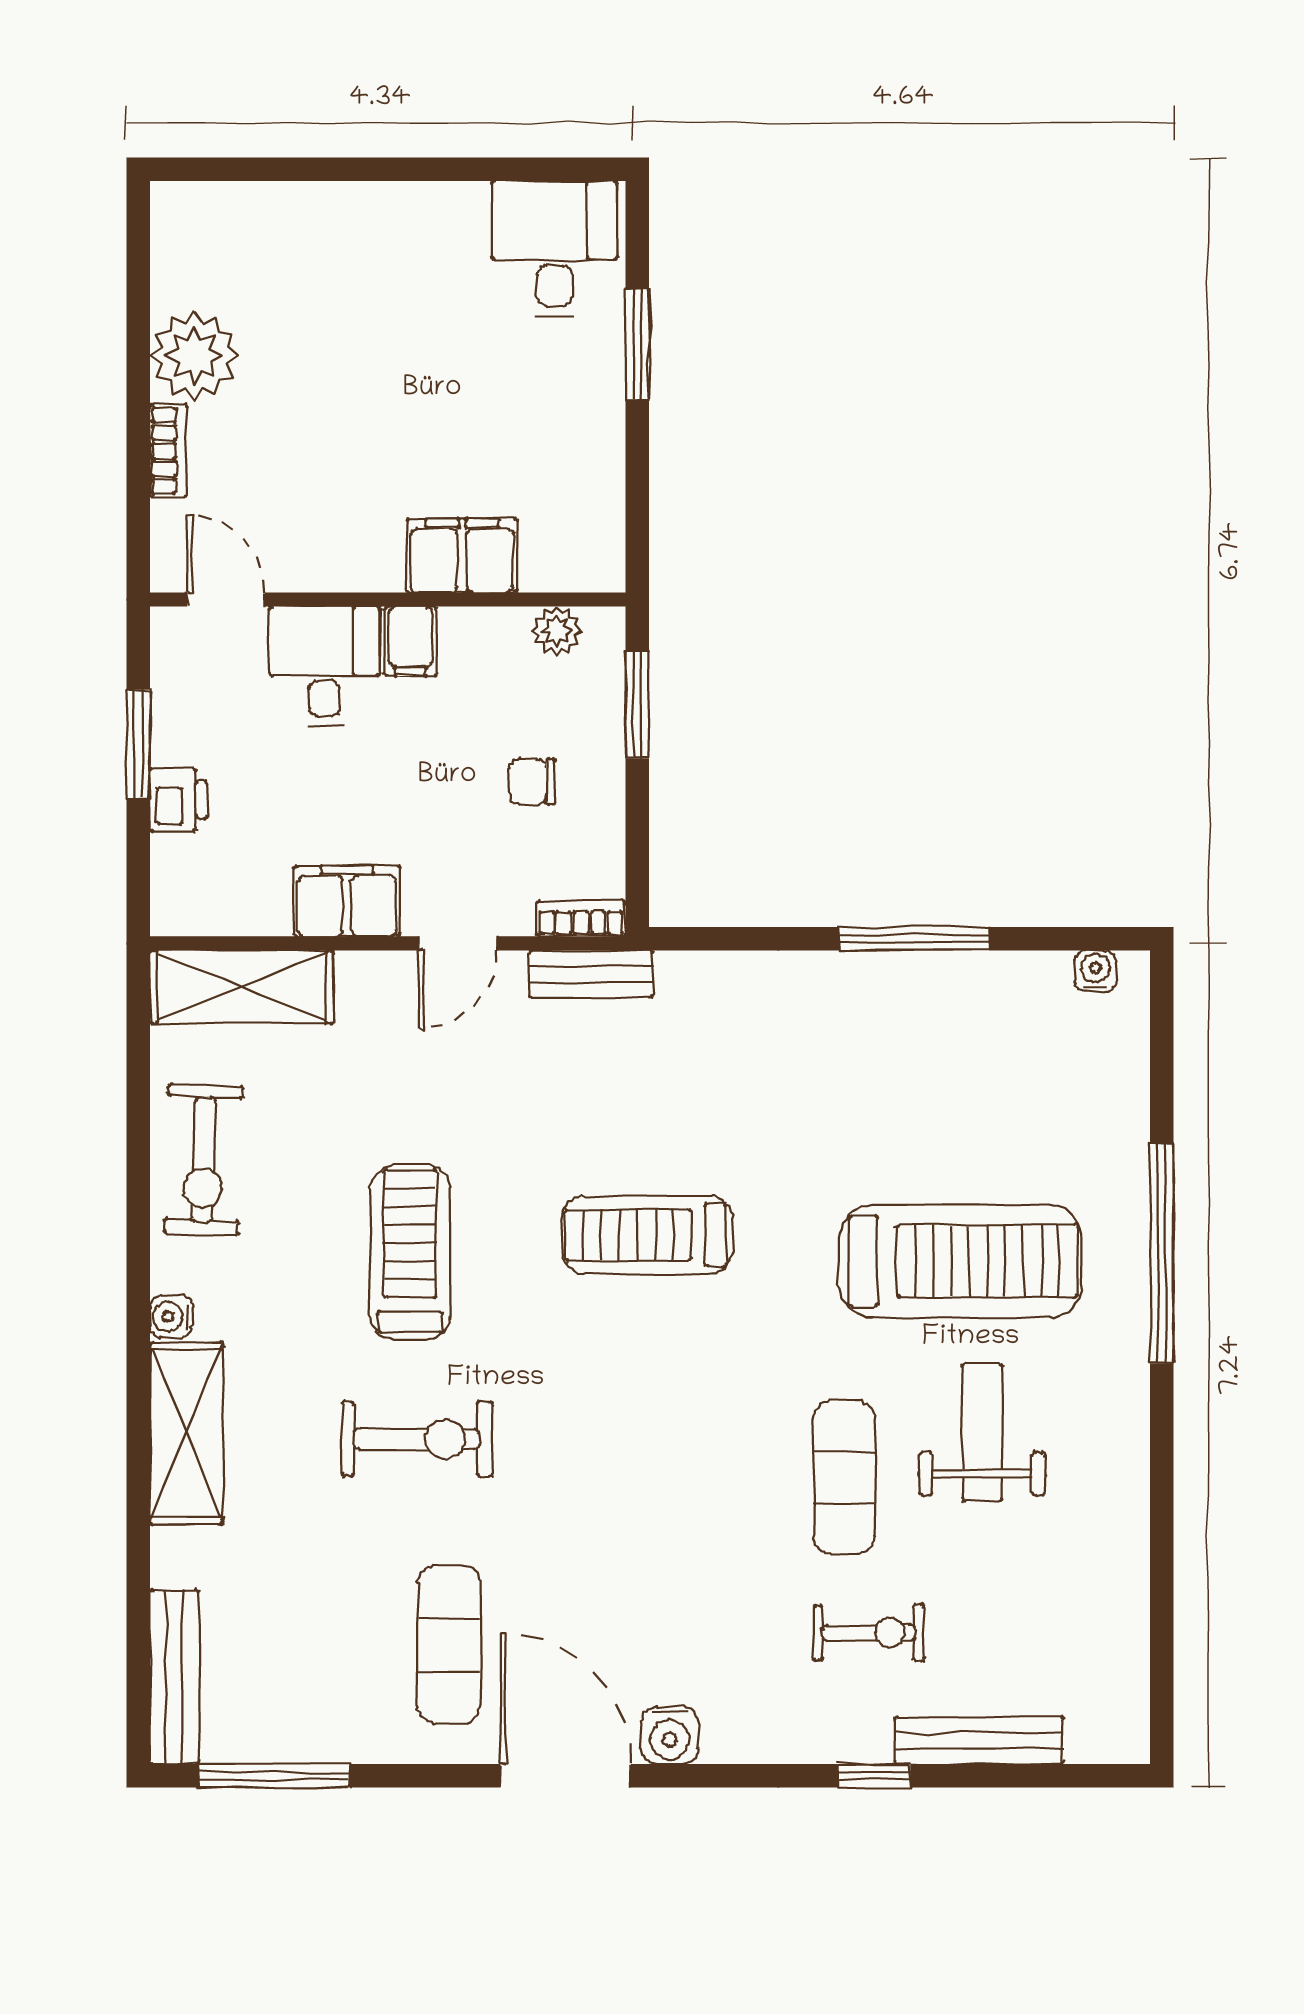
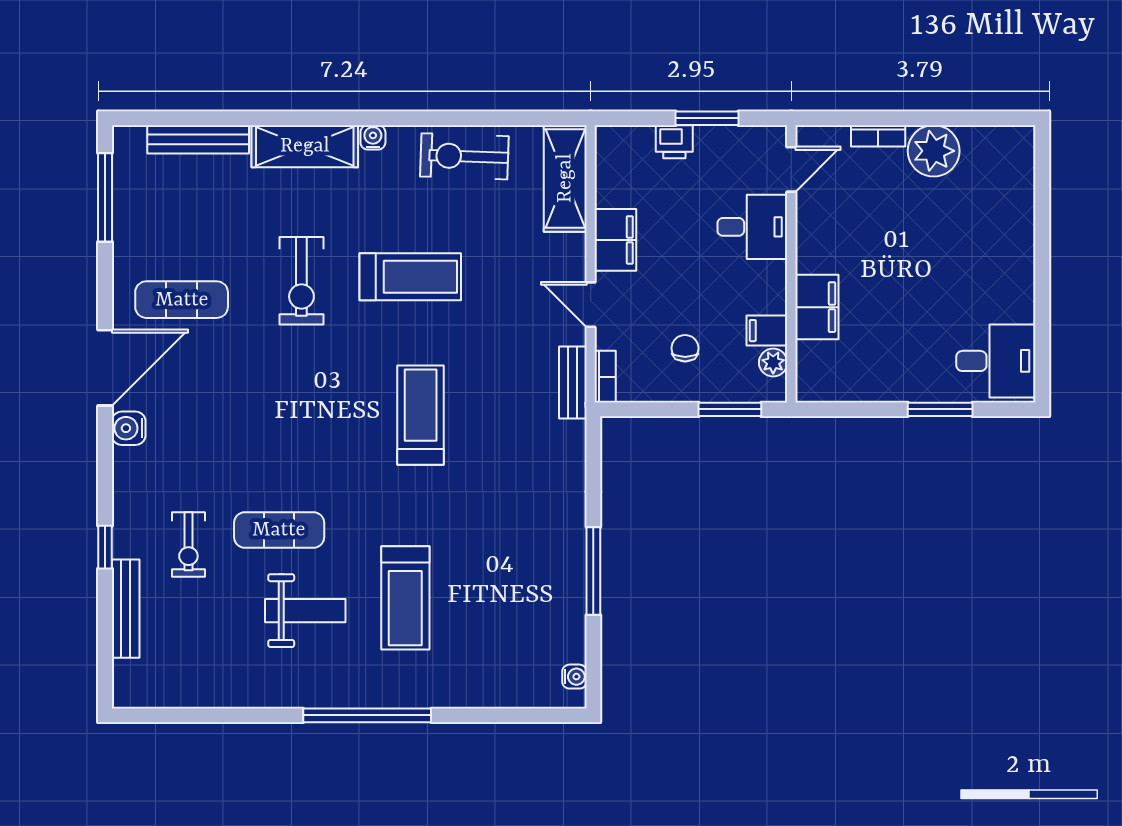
filing cabinet: (411, 641) -> (767, 331), moved
window: (1162, 1253) -> (367, 715), moved
treadmill: (960, 1261) -> (405, 598), width x0.73, depth x0.73
bench: (174, 1677) -> (198, 139), moved

